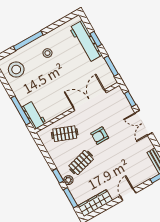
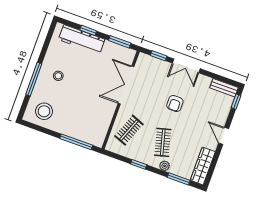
workbench: (34, 115) -> (91, 137), removed
armchair: (100, 136) -> (175, 104), moved
window: (58, 176) -> (139, 164), moved

